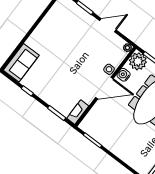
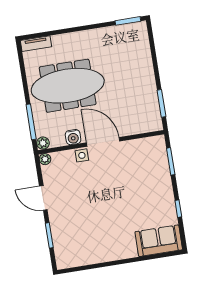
plant: (138, 61) -> (43, 143), width x0.53, depth x0.53
fireplace: (78, 112) -> (150, 143), removed

